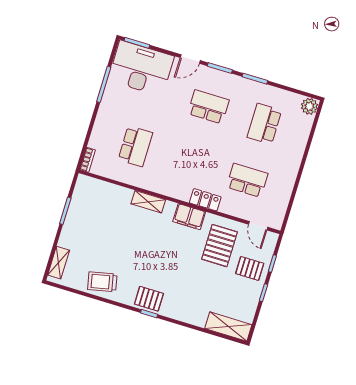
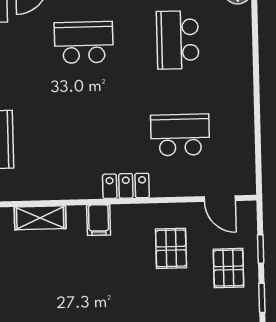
filing cabinet: (189, 217) -> (99, 220), width x0.50
pallet: (220, 246) -> (171, 248), width x0.67, depth x0.71
pallet: (250, 268) -> (229, 268), turned 90

